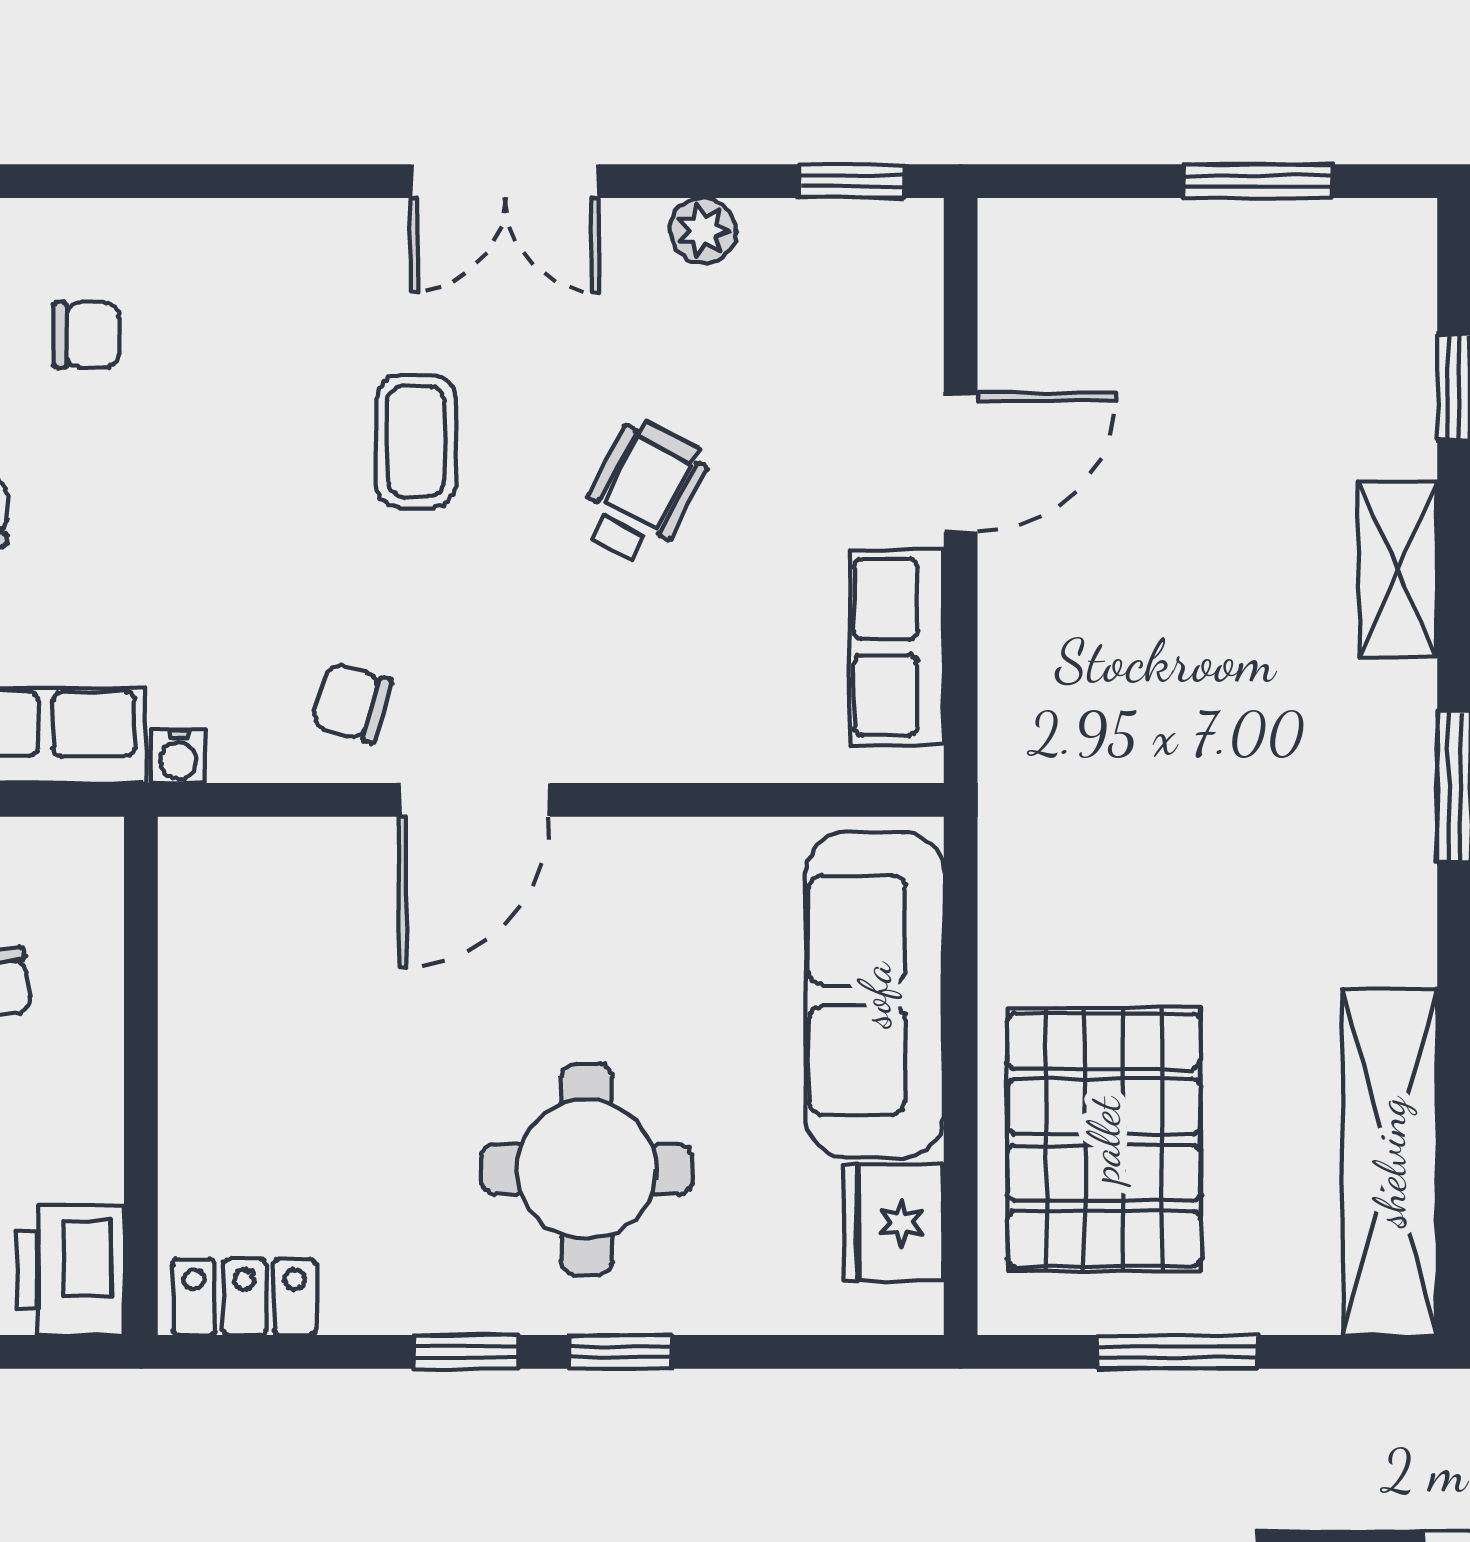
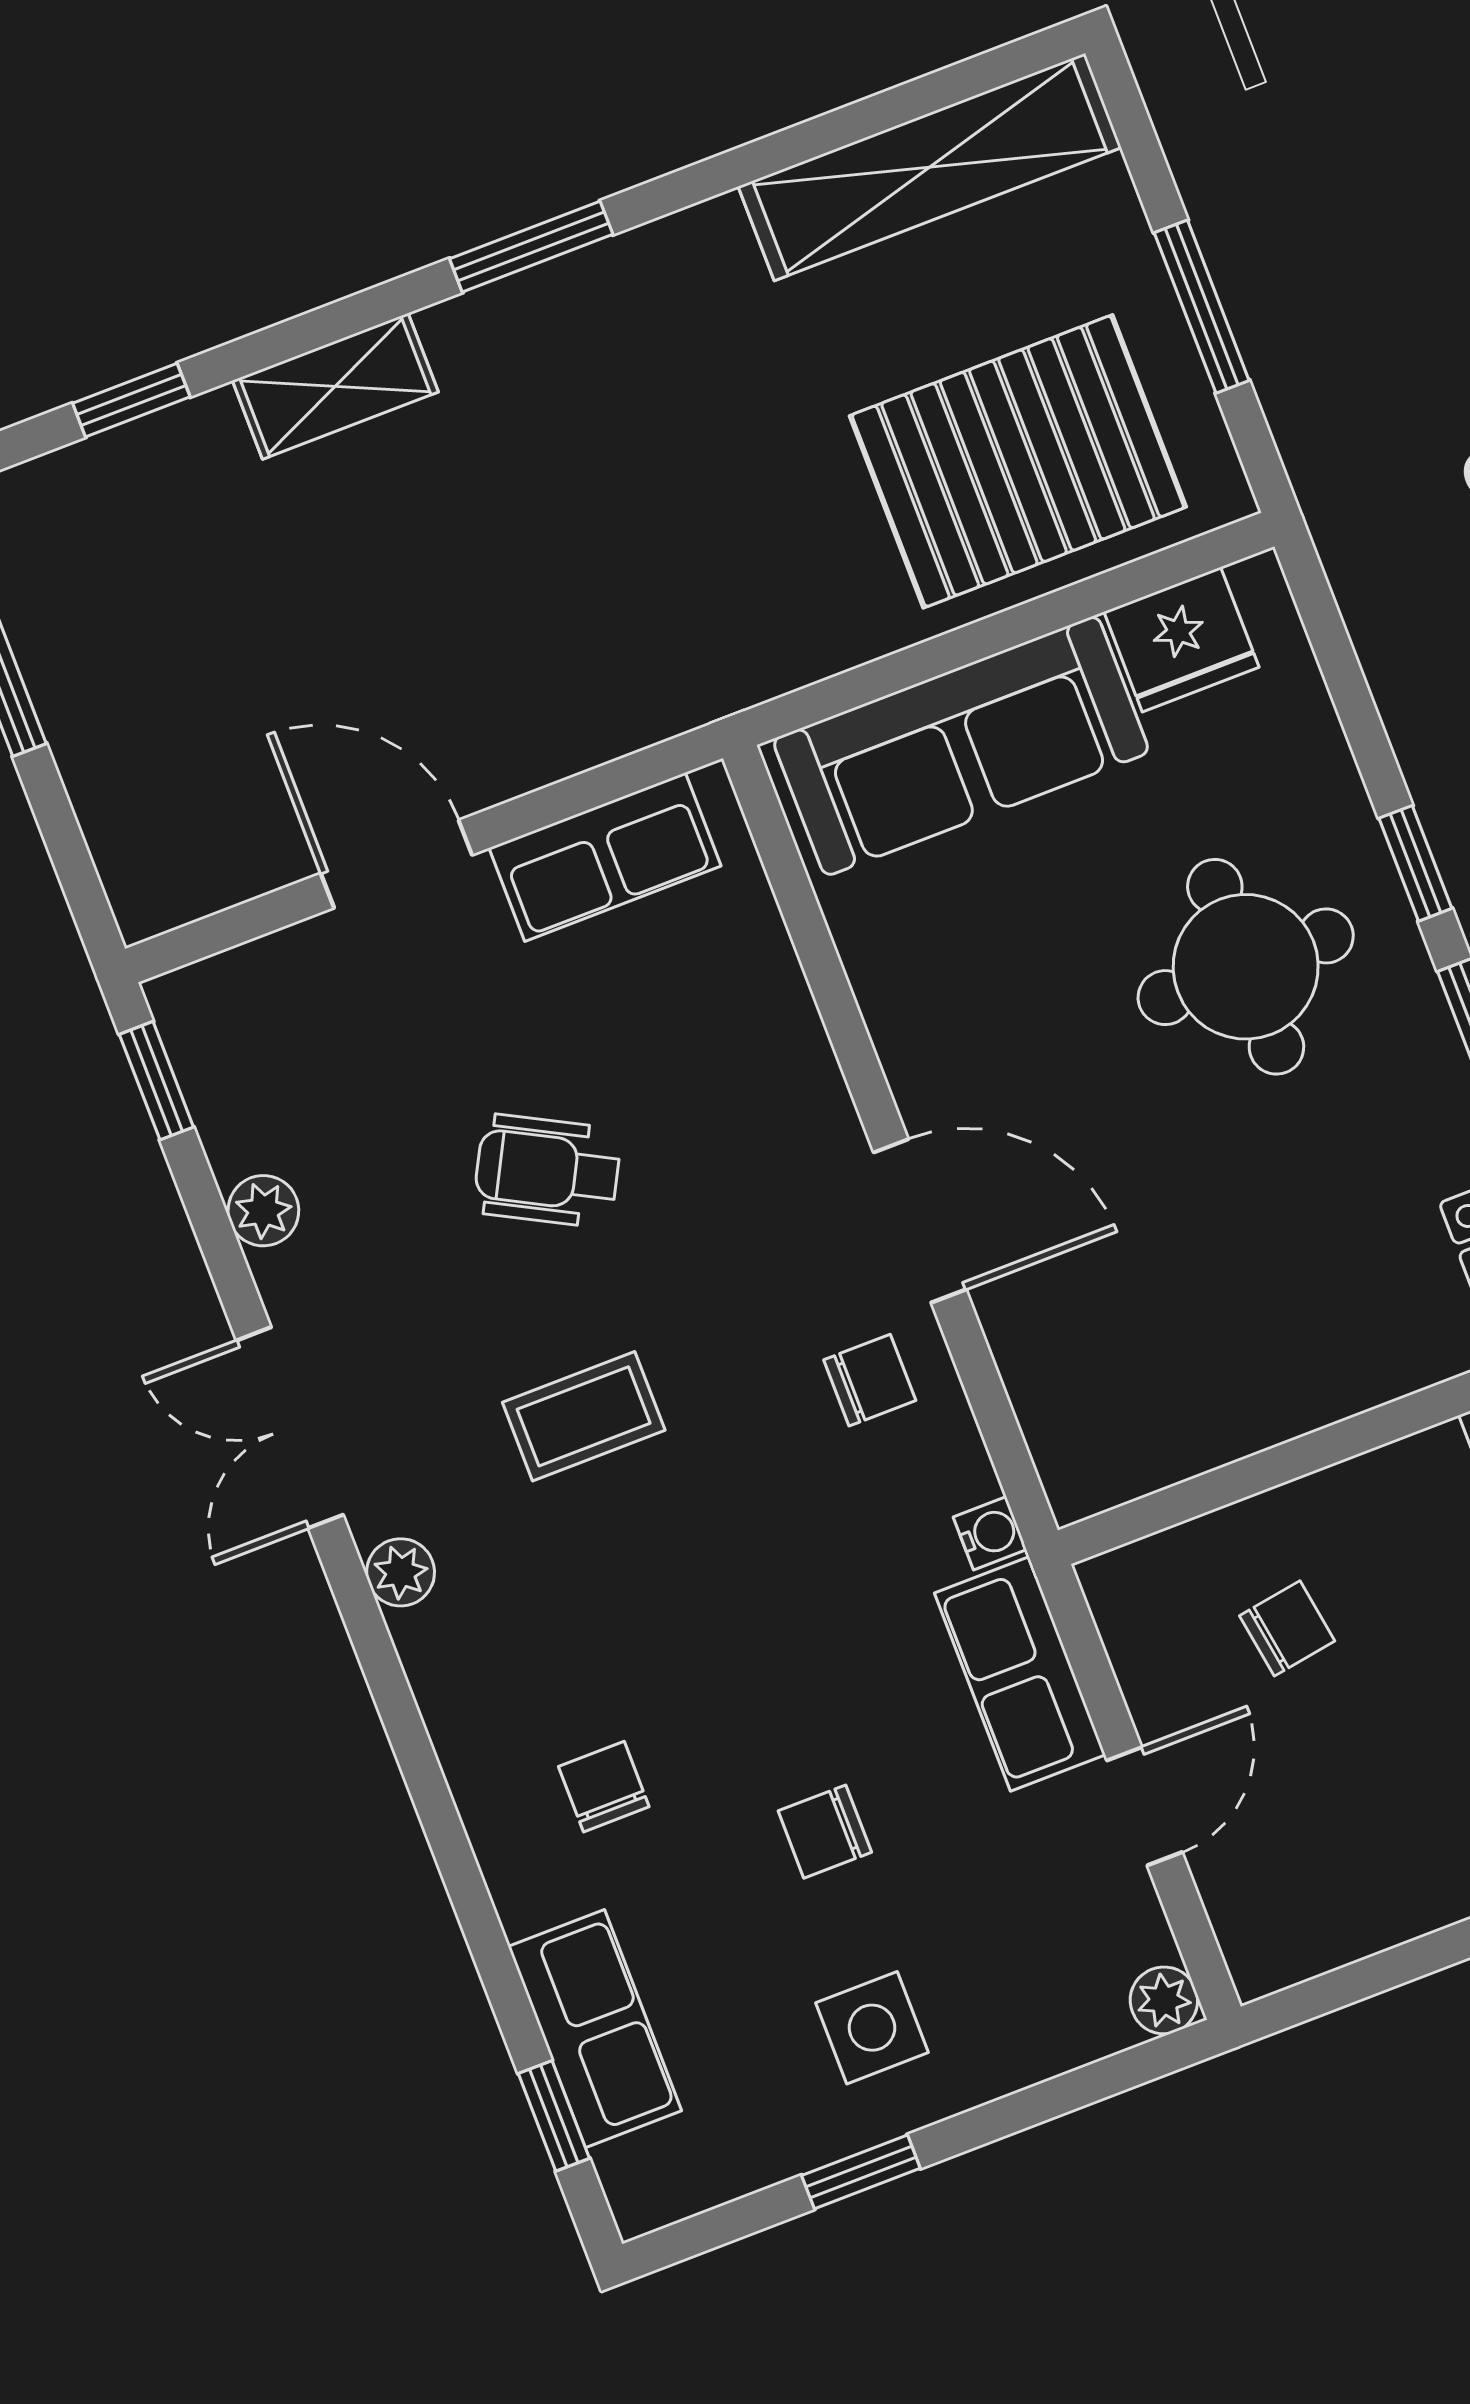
double door: (505, 181) -> (290, 1428), swing flipped
plant: (341, 229) -> (401, 1572), added
chair: (352, 703) -> (870, 1380), turned -106

